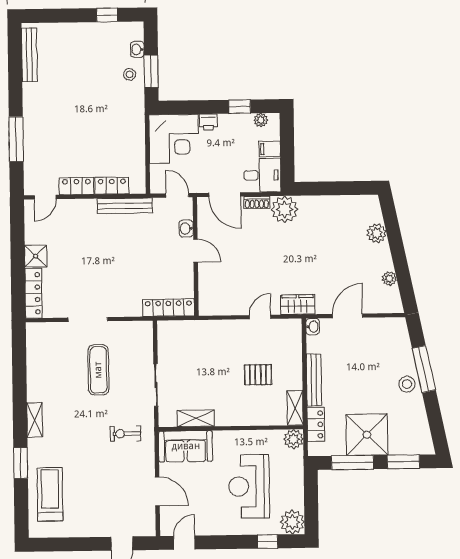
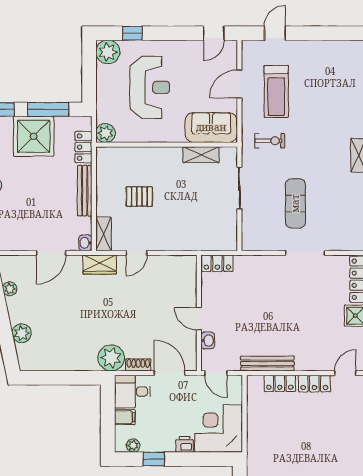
locker: (168, 308) -> (217, 263), width x0.66
shelving: (295, 408) -> (104, 234), moved
door: (157, 491) -> (239, 84), hinge flipped
treadmill: (50, 494) -> (276, 91), moved

